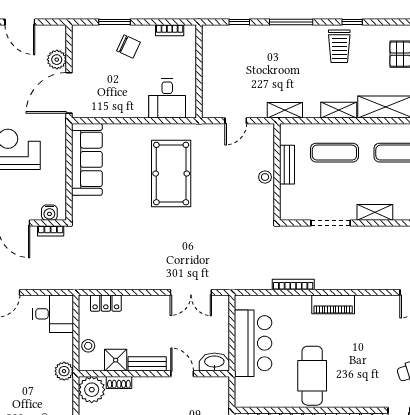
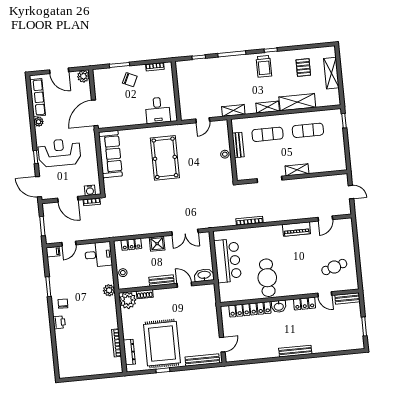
plant: (57, 60) -> (83, 76), moved
piano: (333, 304) -> (296, 229), moved
shower: (116, 360) -> (157, 244), moved

